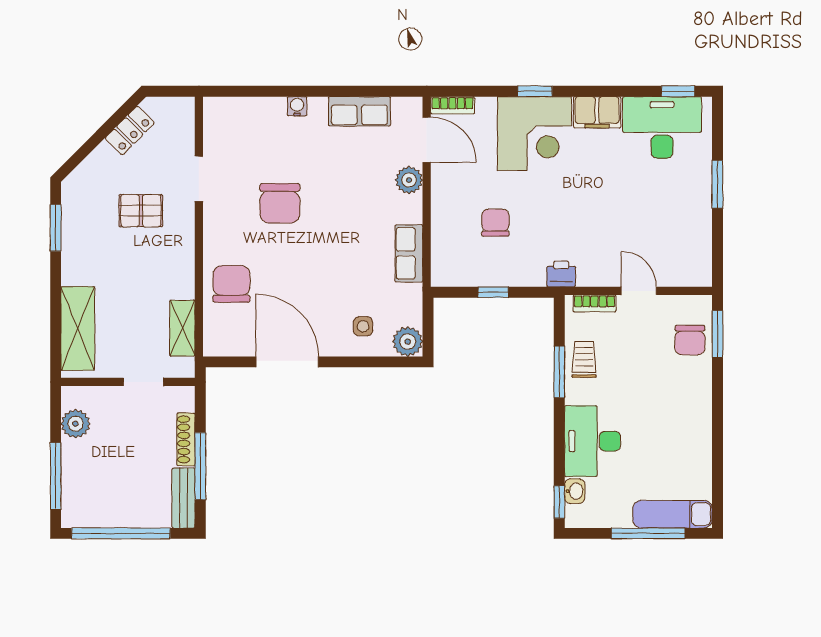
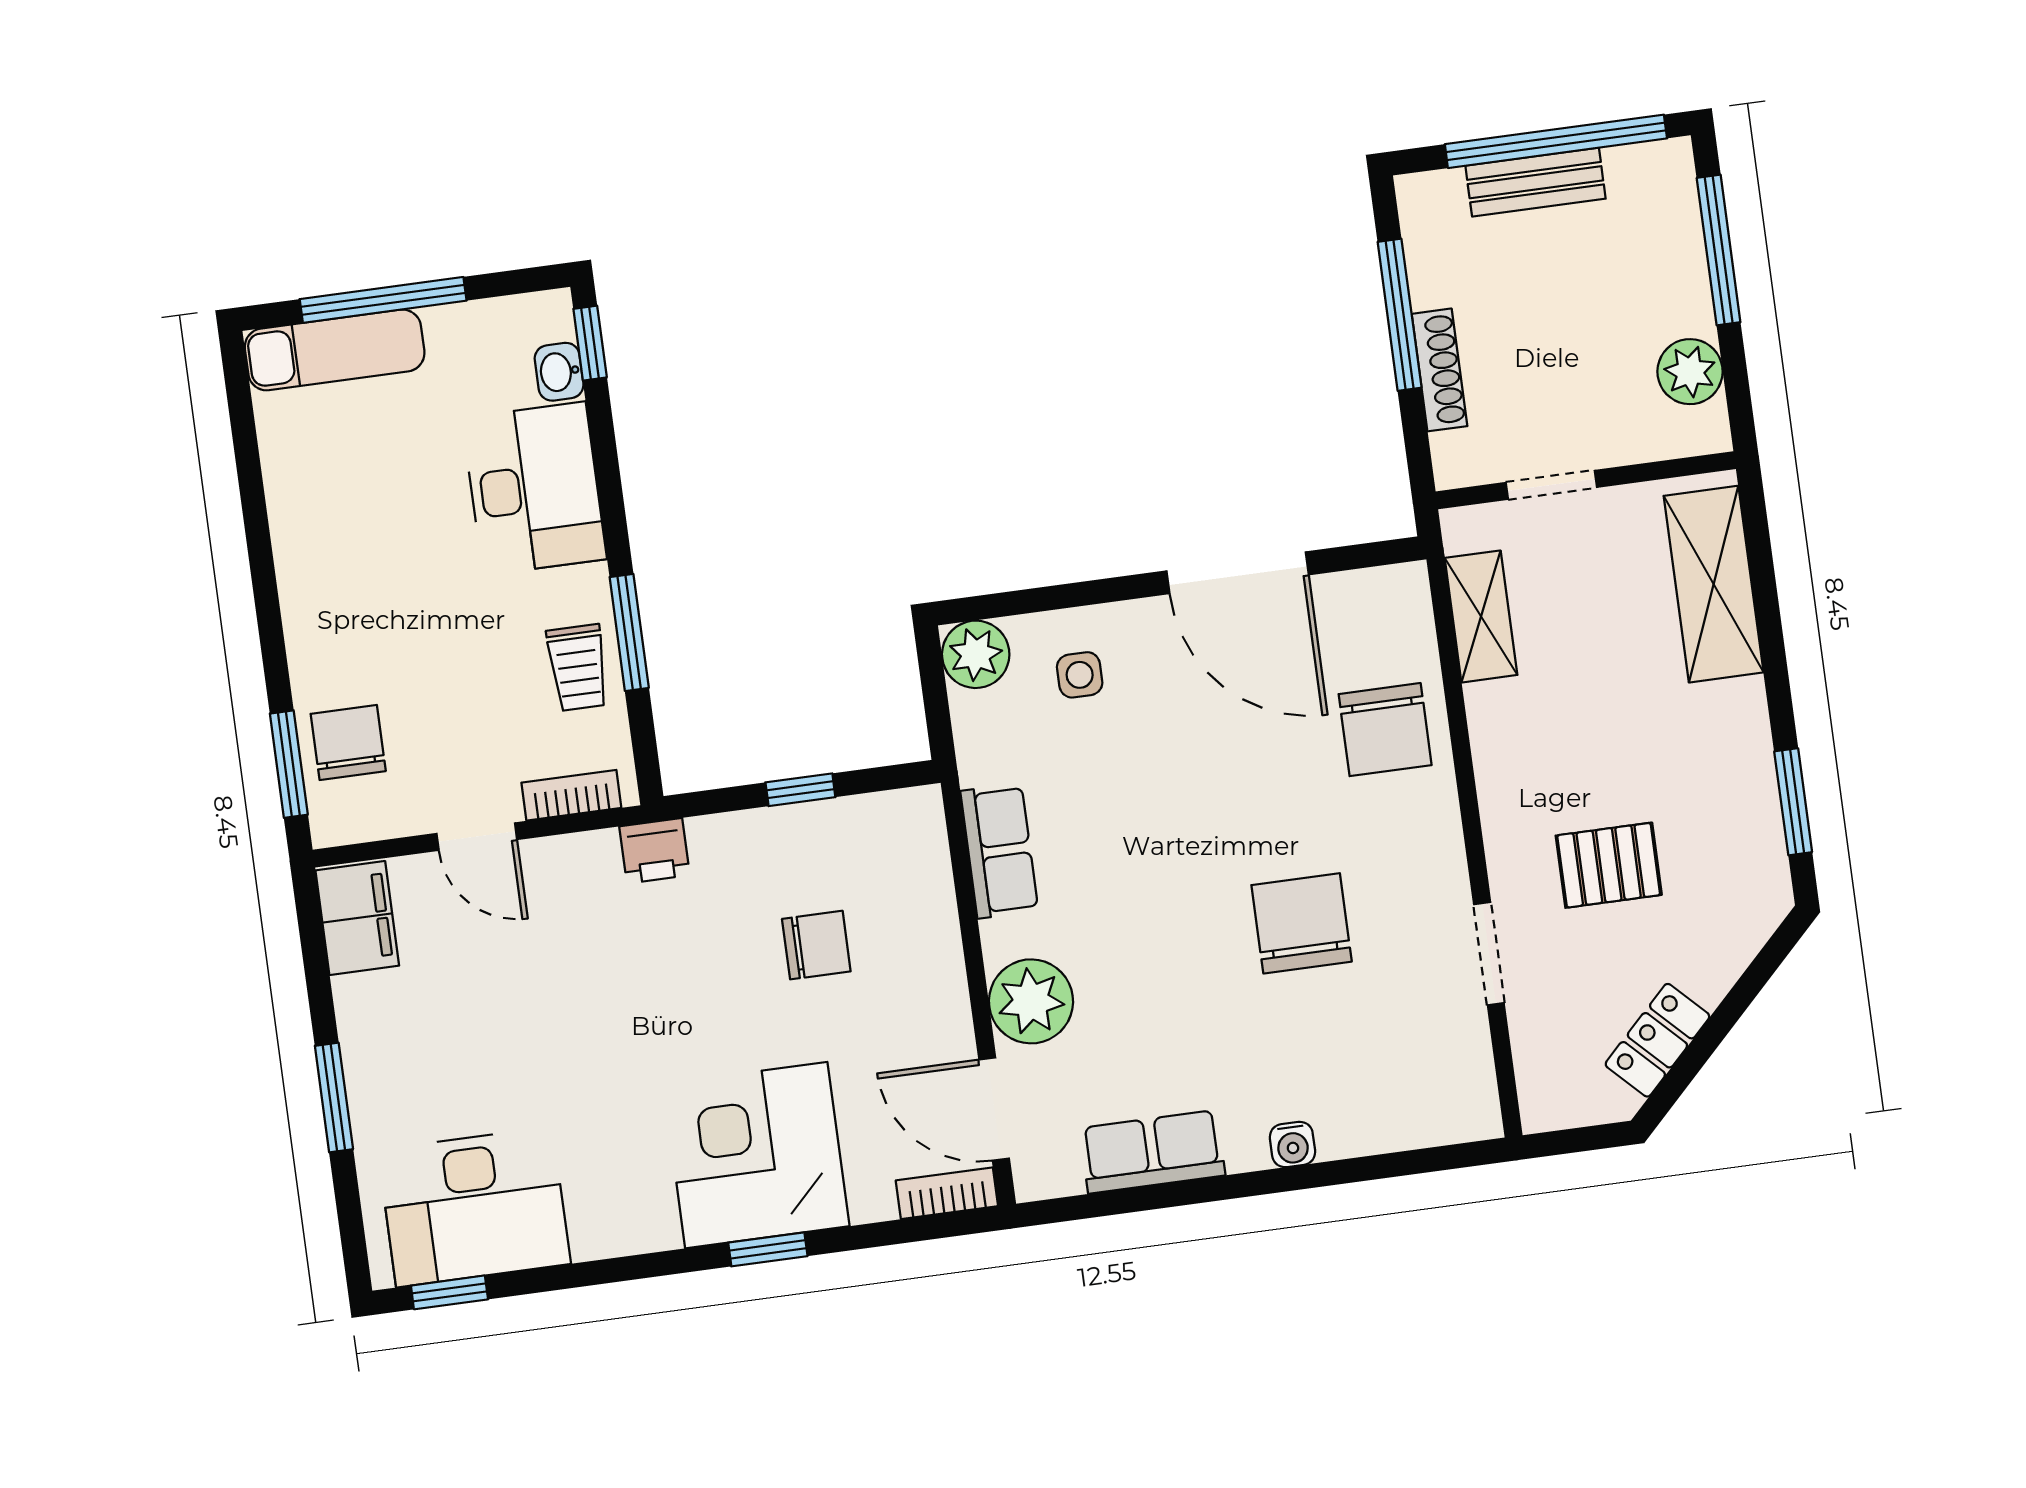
filing cabinet: (597, 112) -> (357, 918), moved, turned 90
plant: (409, 180) -> (1031, 1001), width x1.36, depth x1.36
chair: (495, 223) -> (816, 945), turned -90
bench: (183, 498) -> (1535, 182), moved, turned 90

